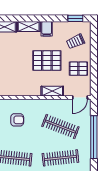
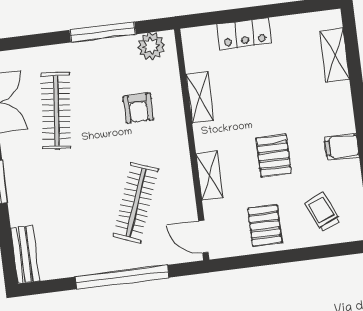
shelving: (29, 26) -> (200, 97), moved
pallet: (47, 61) -> (274, 156), width x0.67, depth x0.71
clothes rail: (60, 158) -> (69, 211), removed

